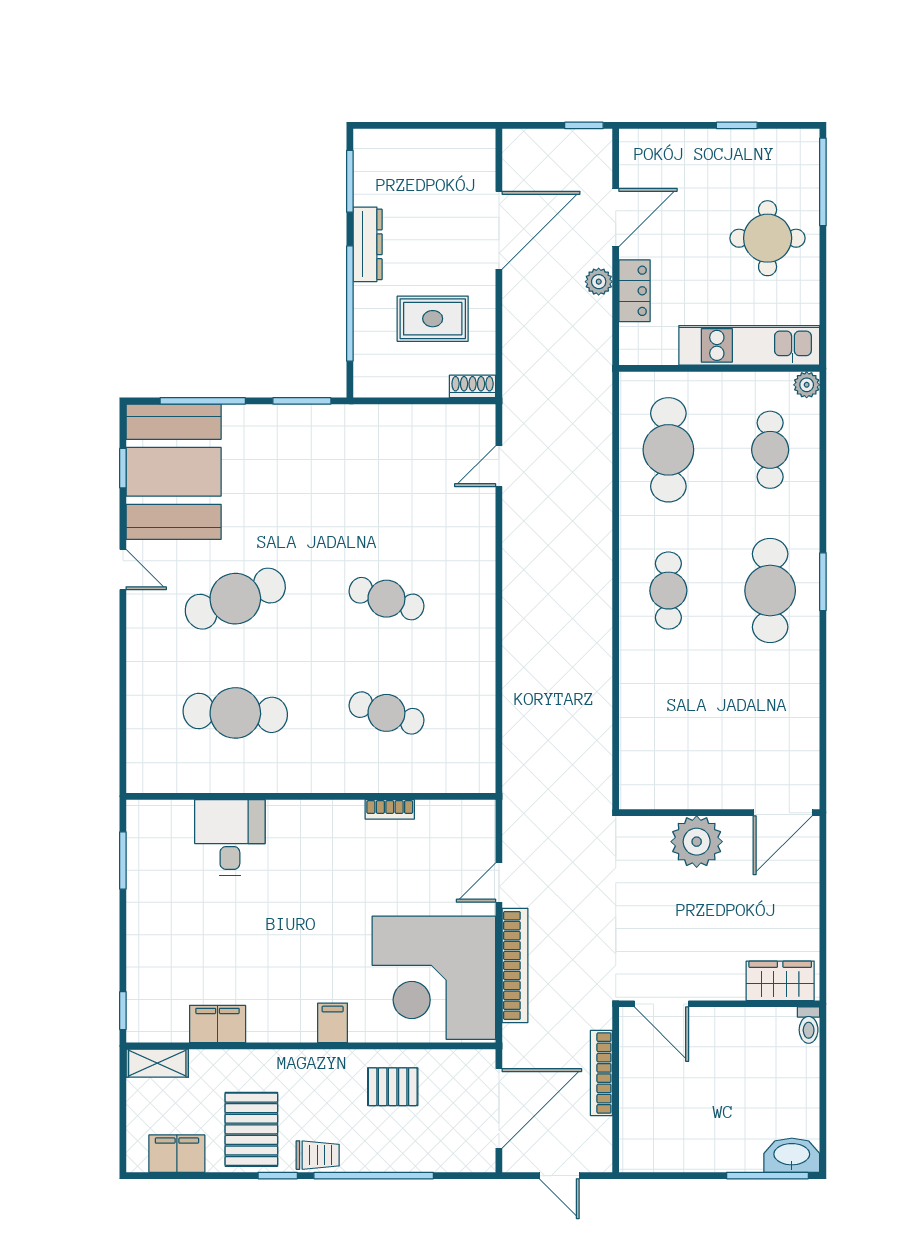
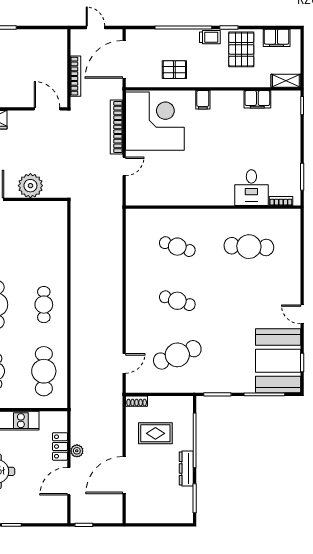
cafe table: (235, 599) -> (177, 355), moved
bookcase: (390, 809) -> (281, 201), moved
trolley: (318, 1155) -> (210, 37), turned 180

